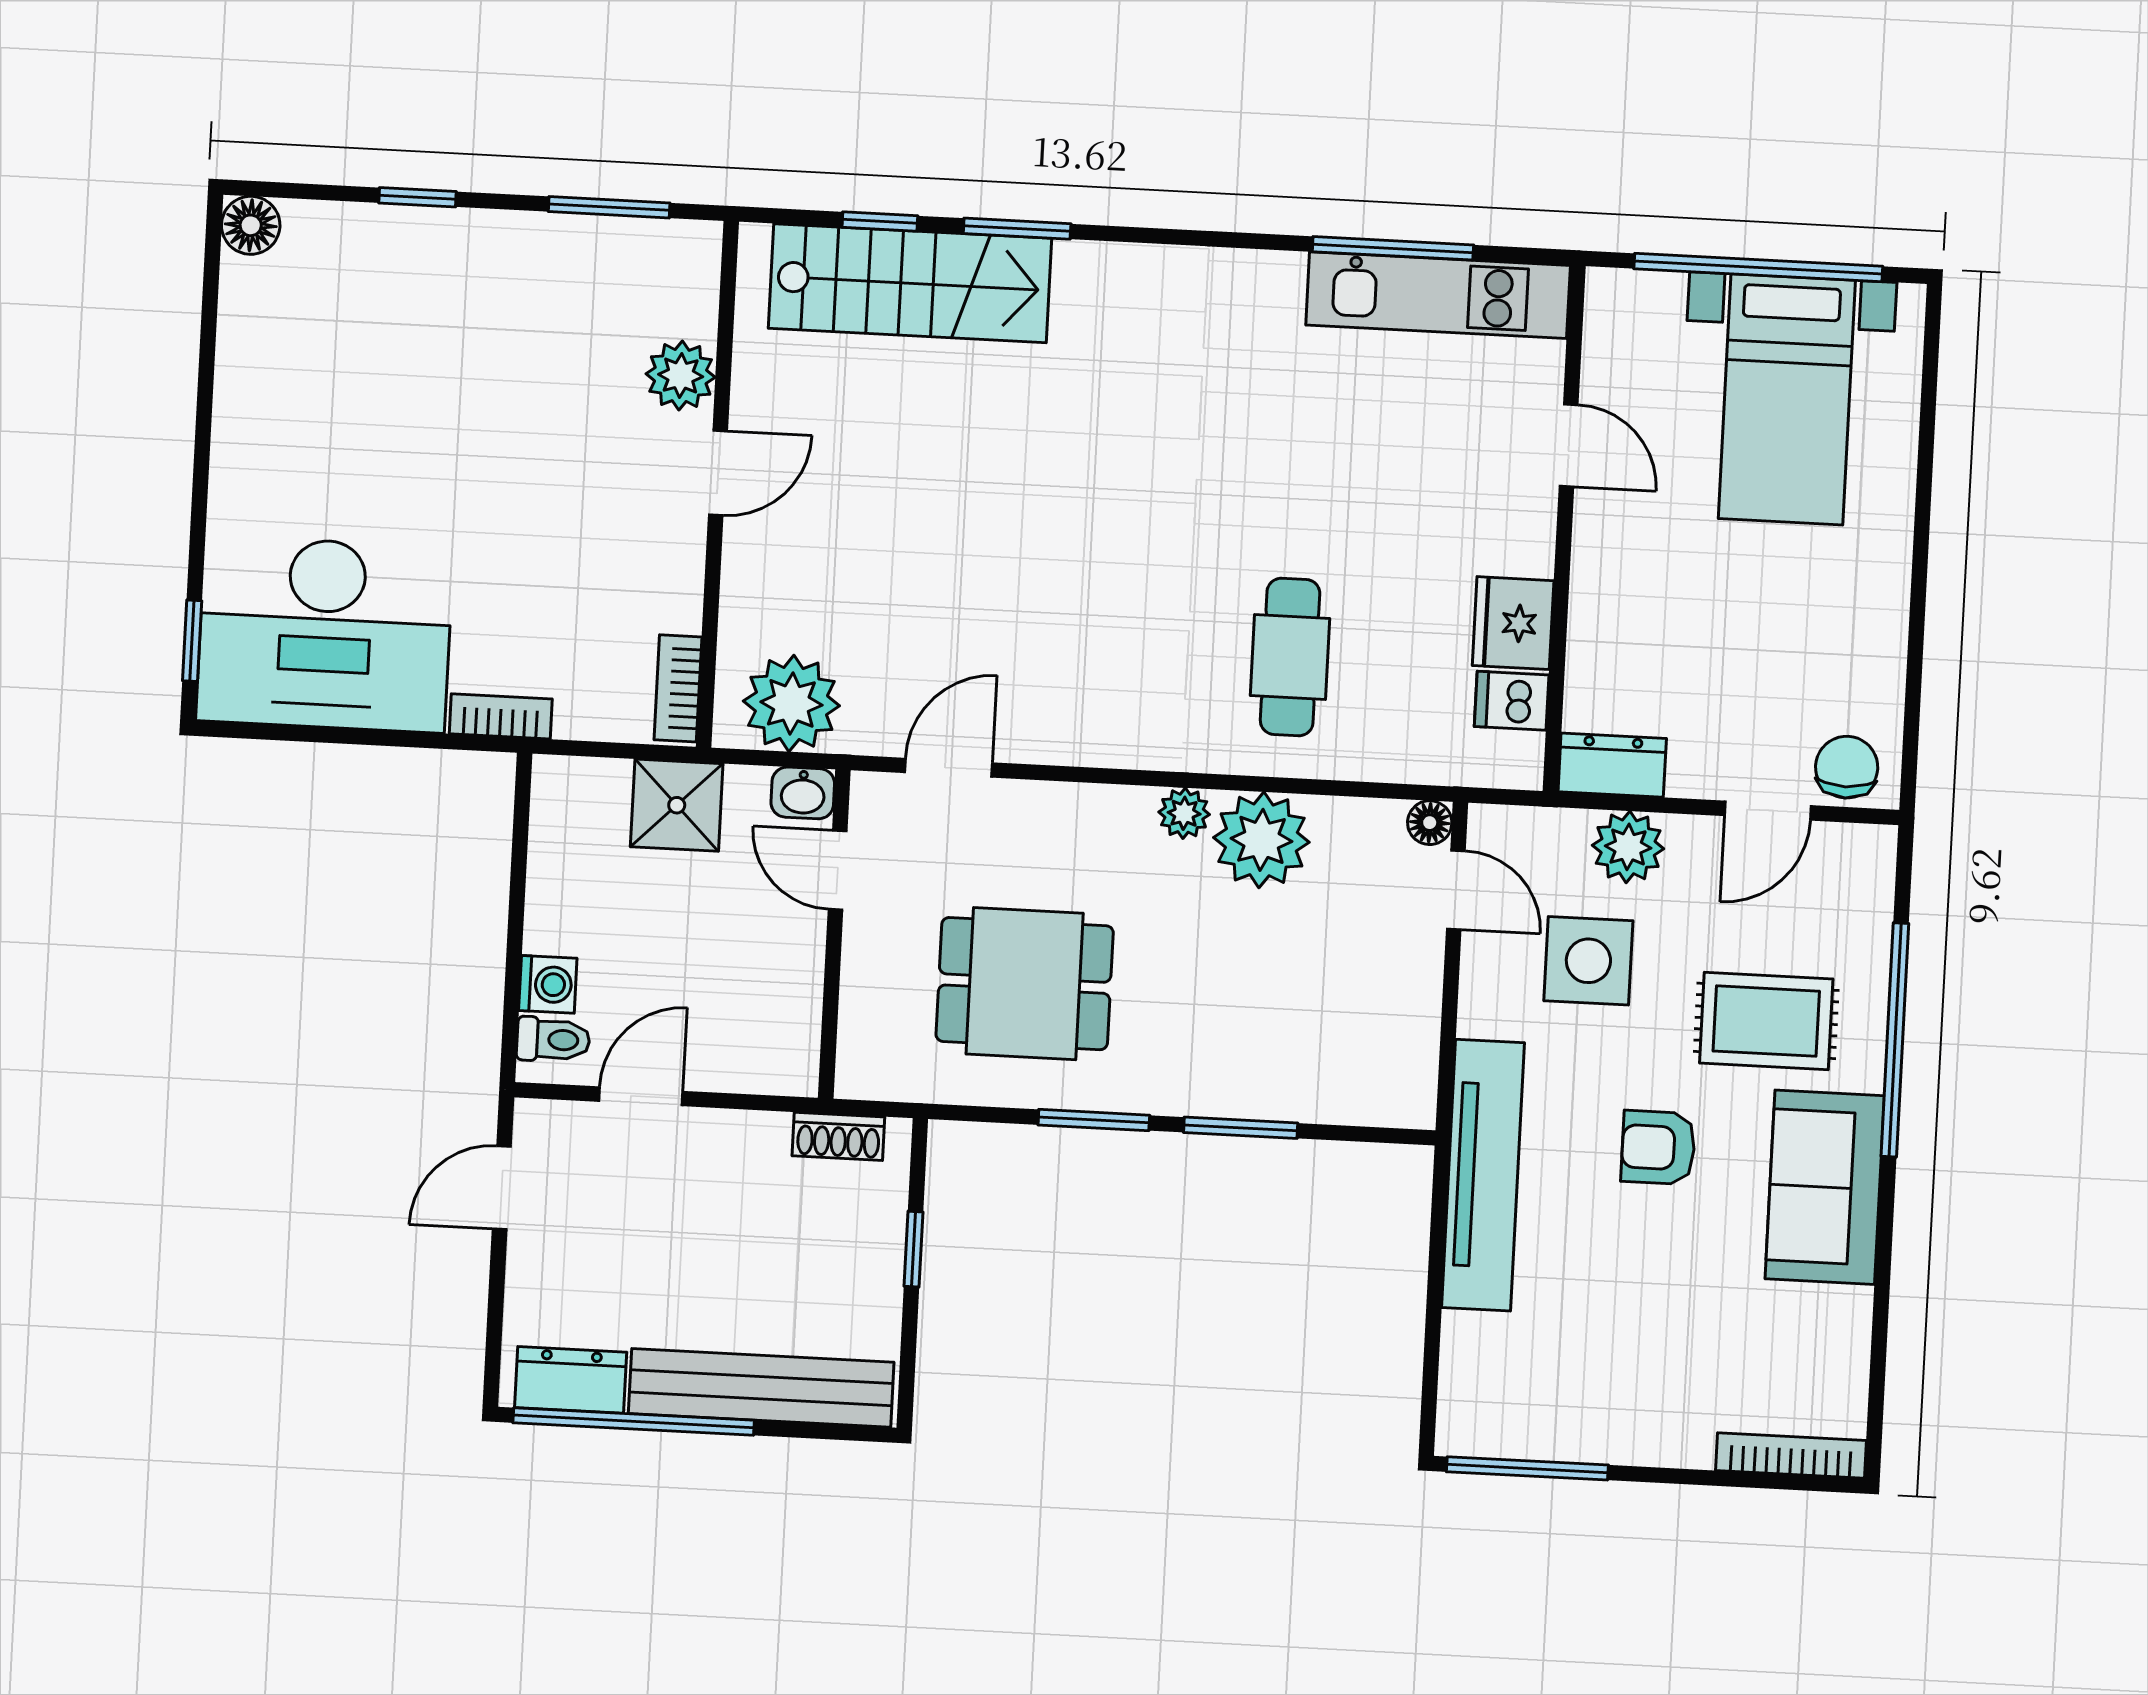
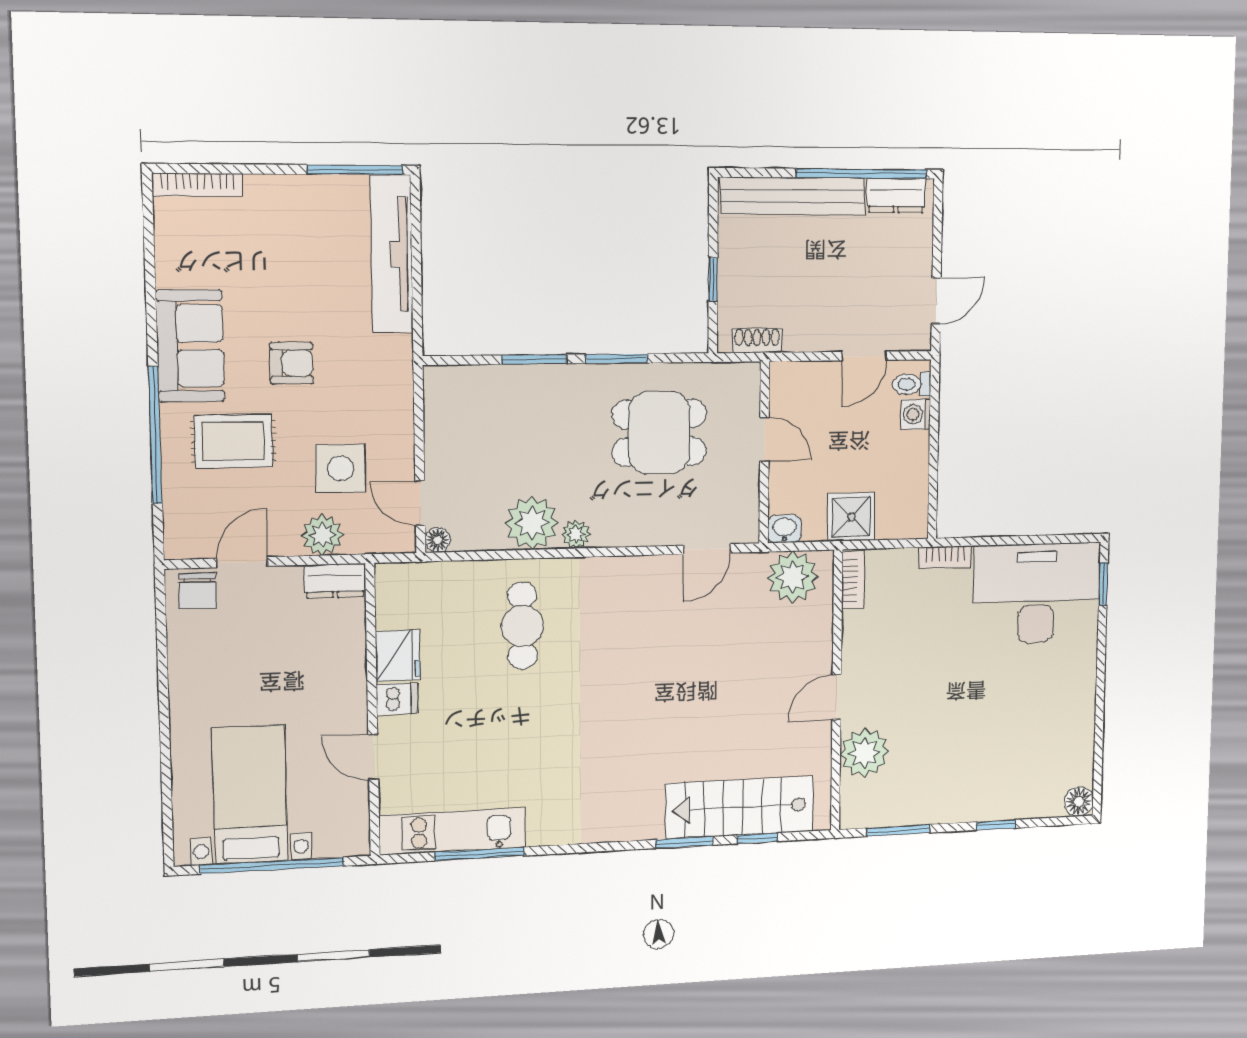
plant: (681, 376) -> (865, 753), width x1.36, depth x1.36
dishwasher: (1512, 701) -> (397, 699), moved
door: (838, 870) -> (764, 439), moved
tv unit: (1483, 1175) -> (392, 254), moved

